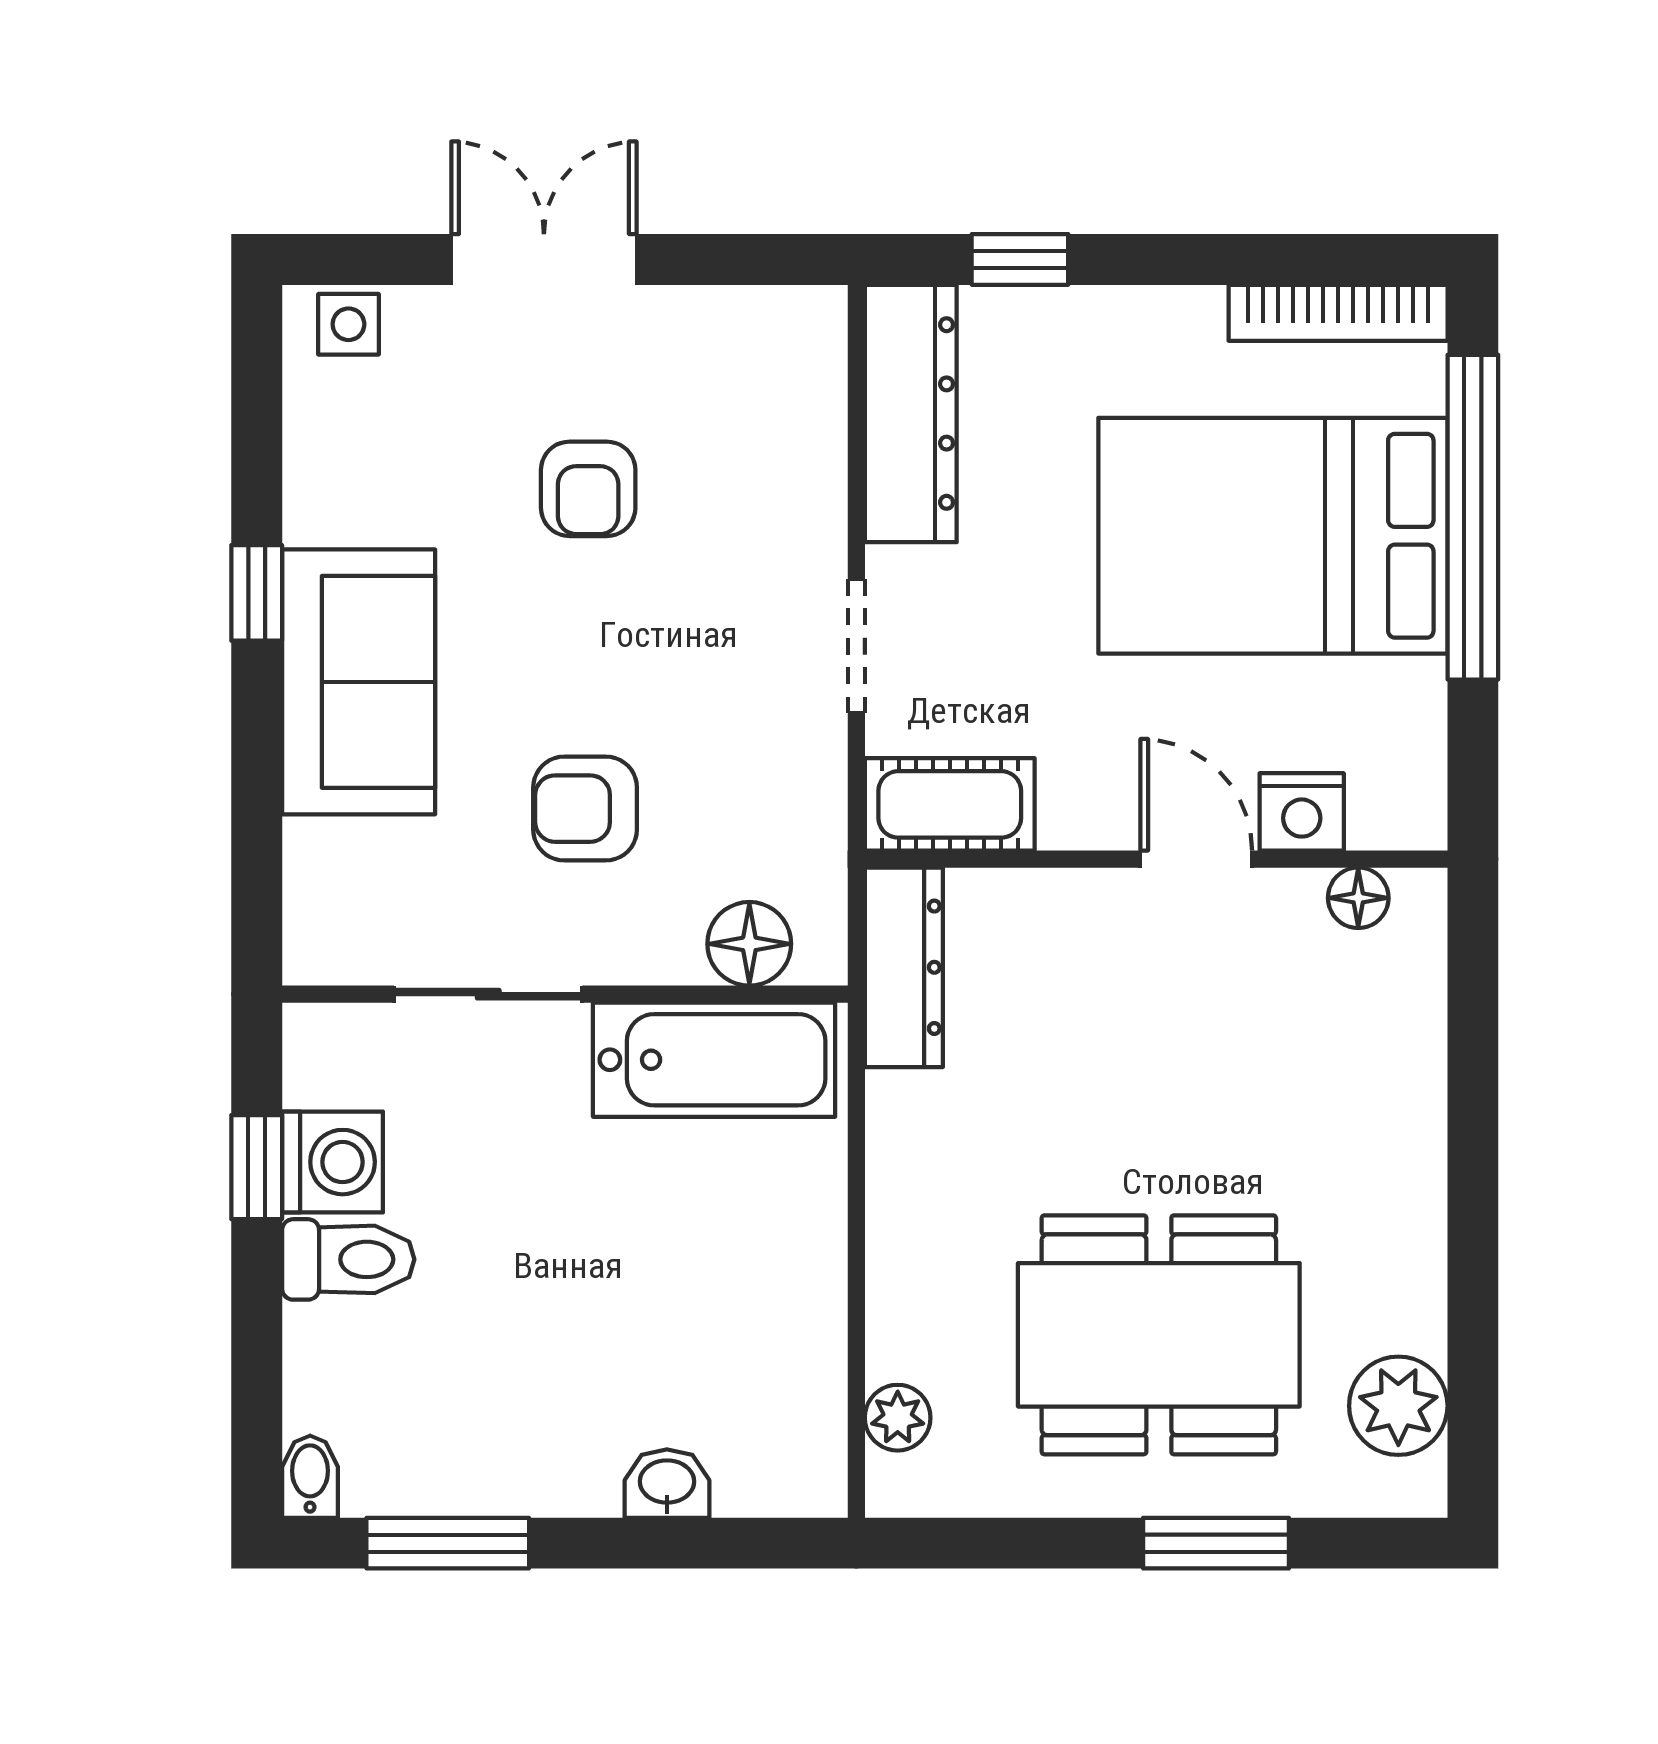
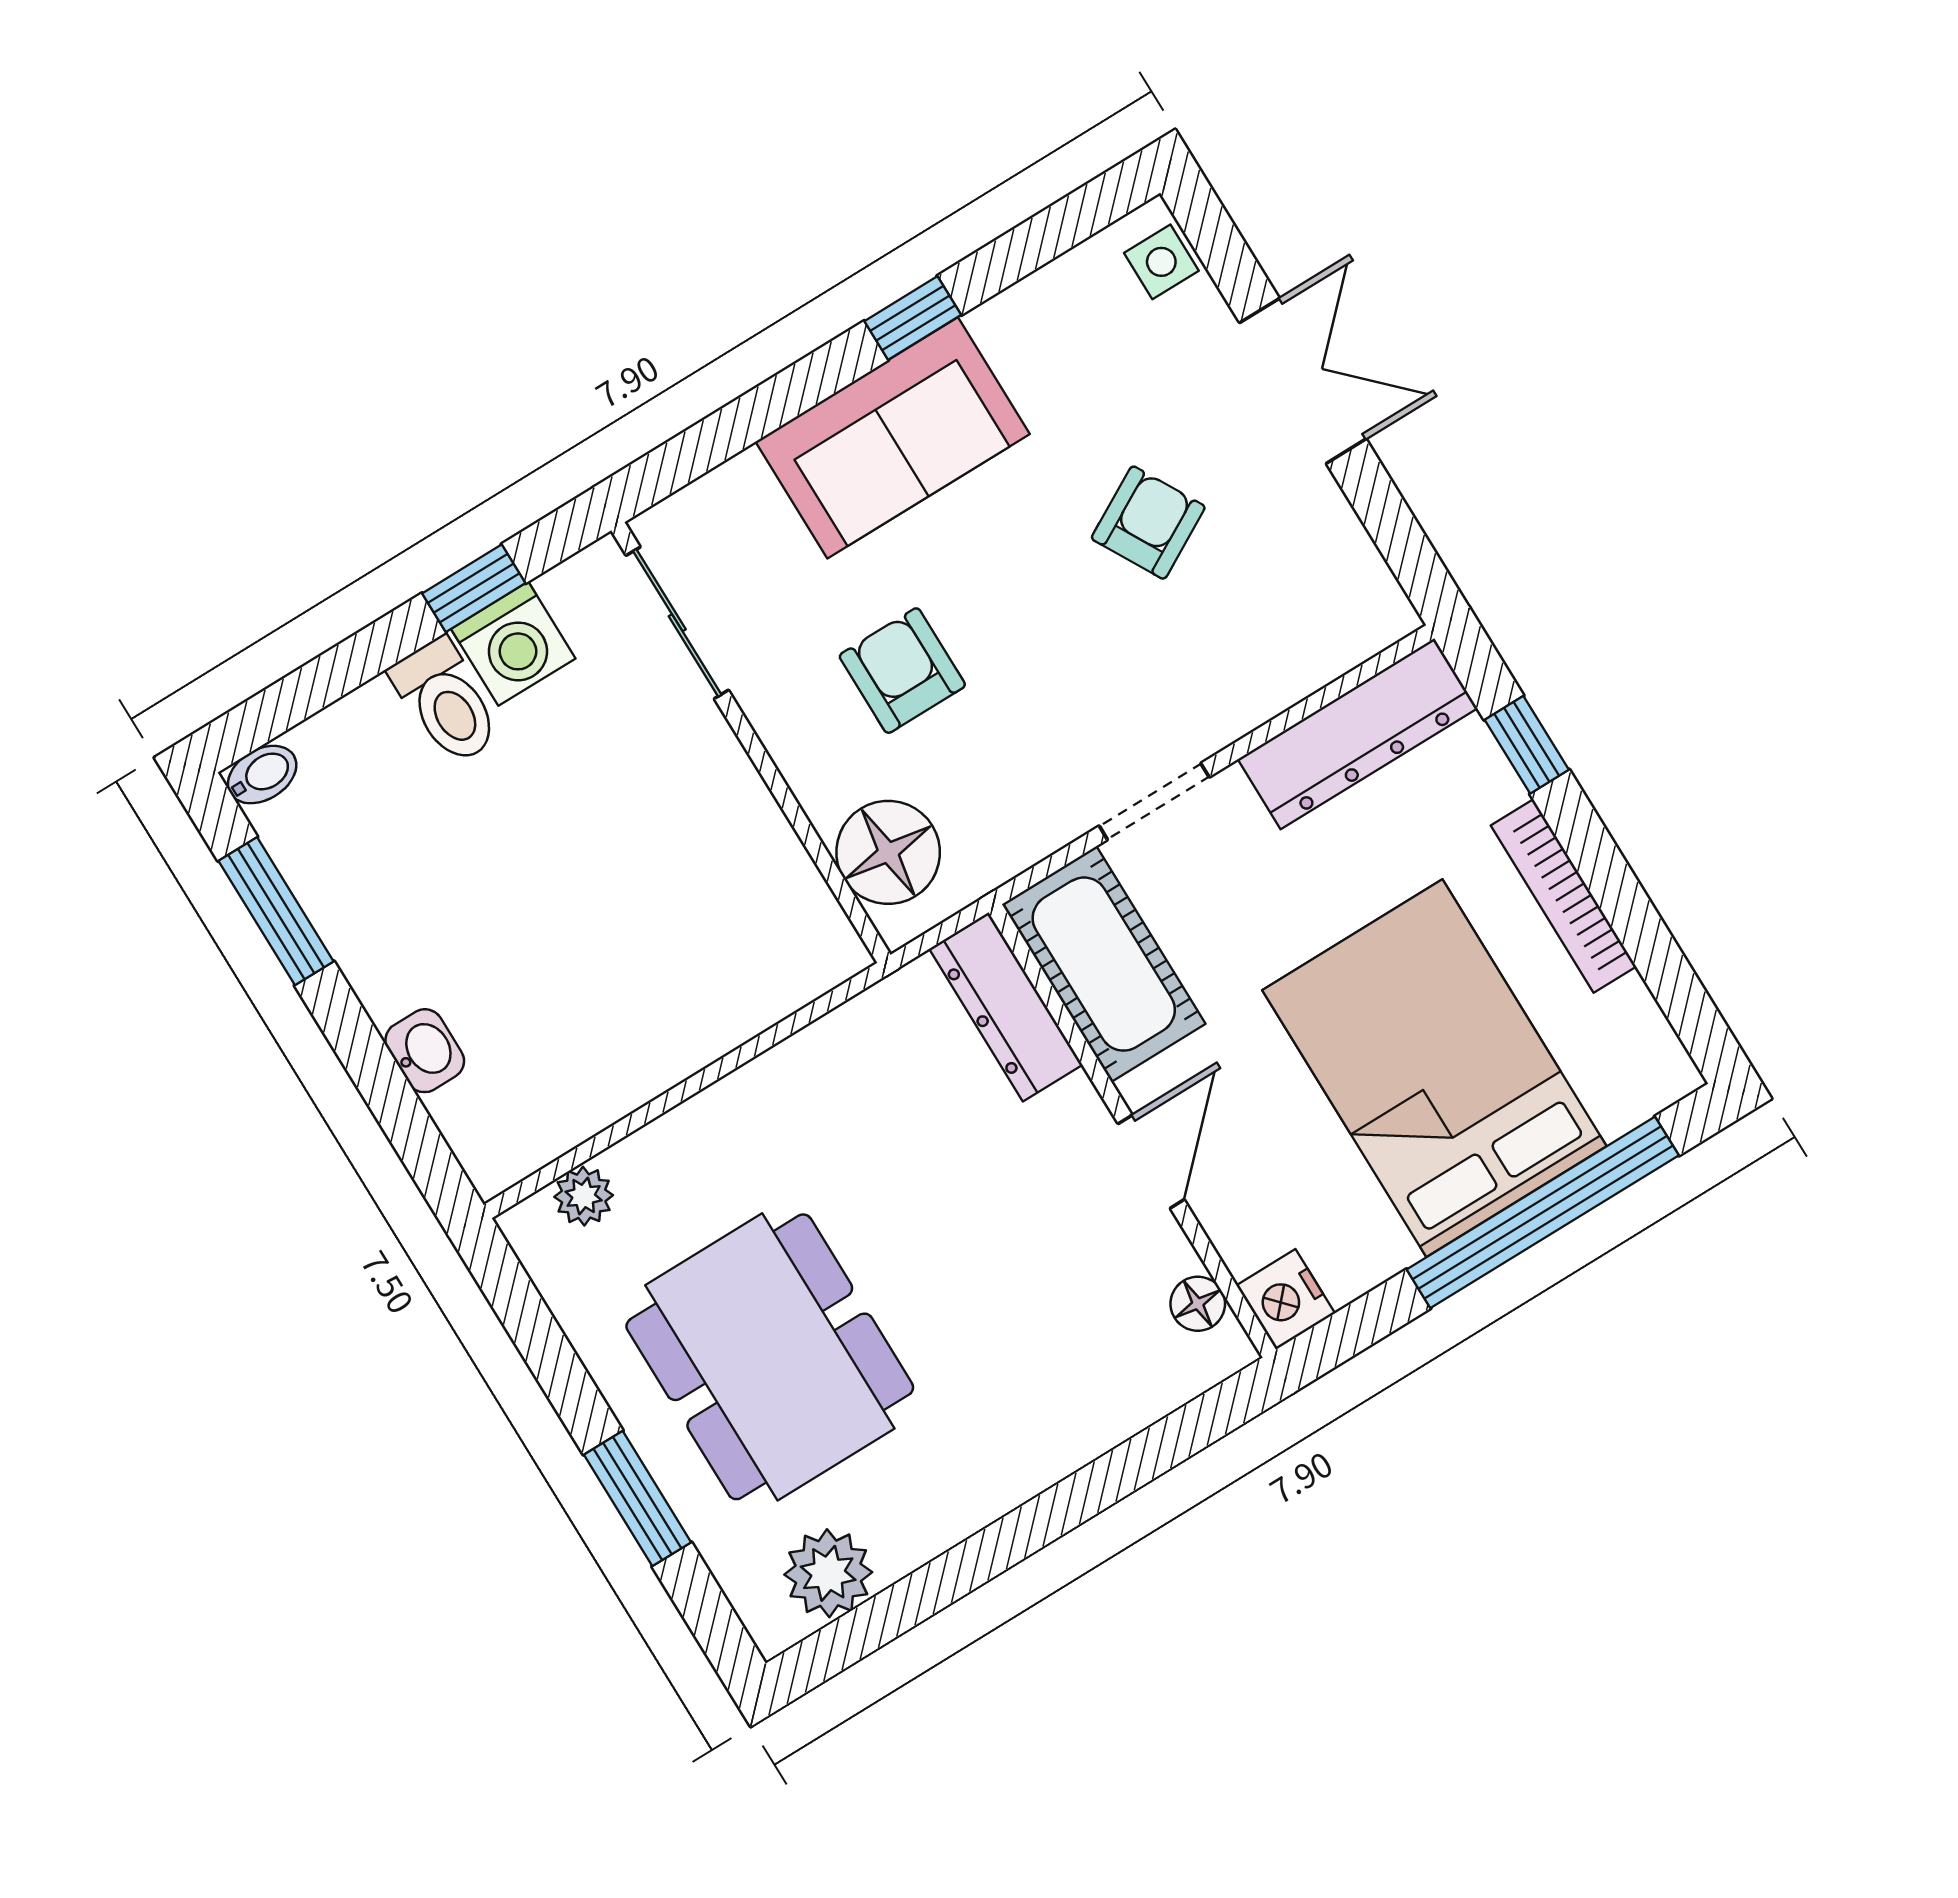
bookcase: (1338, 313) -> (1564, 896), moved
armchair: (588, 489) -> (1148, 523), turned 151
cot: (950, 804) -> (1104, 964), width x1.37, depth x1.34
nightstand: (1302, 812) -> (1286, 1299), moved
floor lamp: (749, 944) -> (888, 852), width x1.38, depth x1.38
dresser: (904, 967) -> (1006, 1007), moved, turned 90
sliding door: (488, 994) -> (677, 623), moved
bathtub: (714, 1060) -> (771, 887), removed

